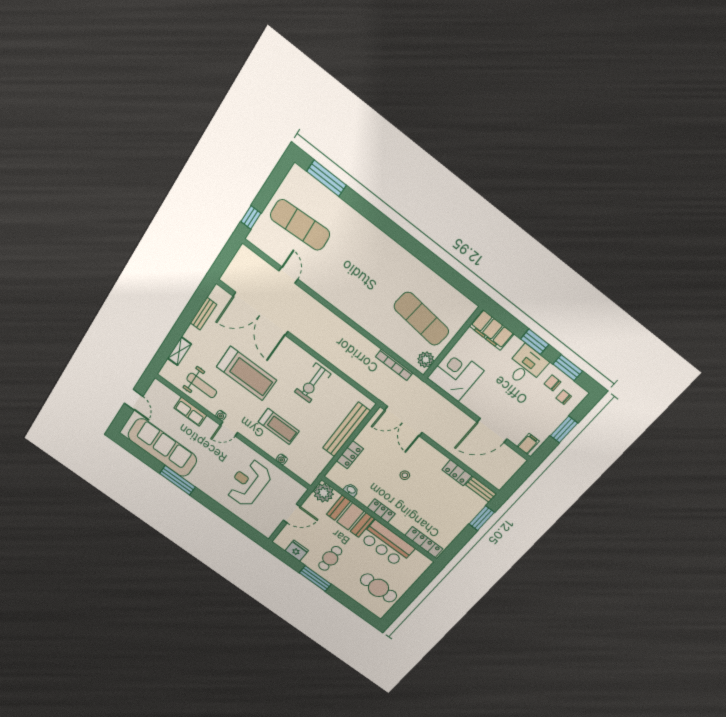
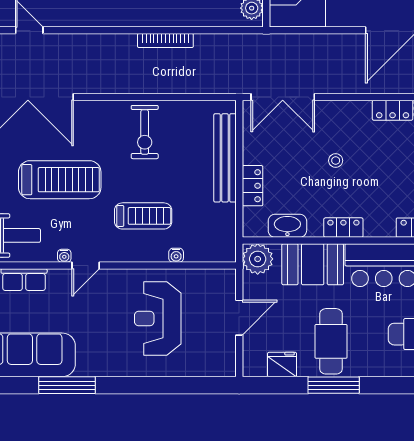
bookcase: (394, 365) -> (165, 41), moved
washbasin: (351, 490) -> (287, 226), width x1.91, depth x1.45
cafe table: (330, 558) -> (331, 341), width x1.37, depth x1.35

